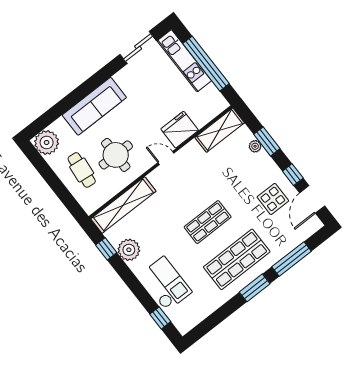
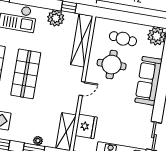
fridge: (180, 130) -> (86, 126), moved
shop shelf: (208, 222) -> (26, 74), width x1.43, depth x1.36

